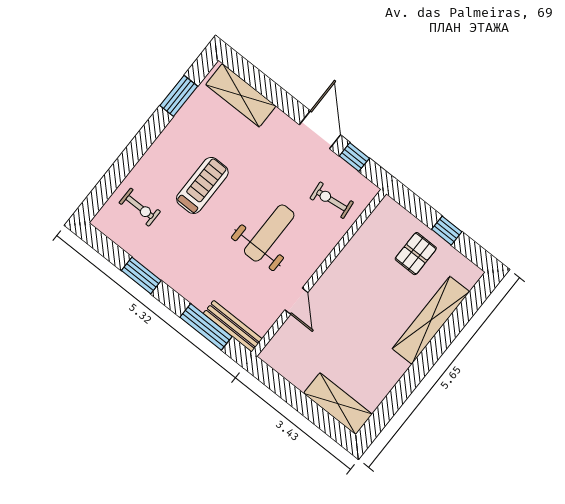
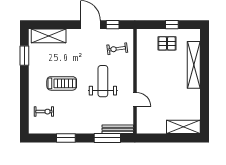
treadmill: (202, 185) -> (62, 83), turned 90
pallet: (416, 254) -> (167, 43), turned 90

